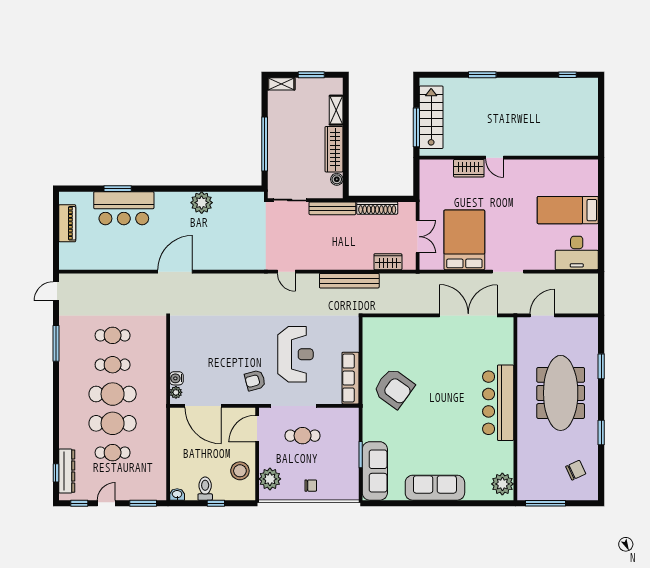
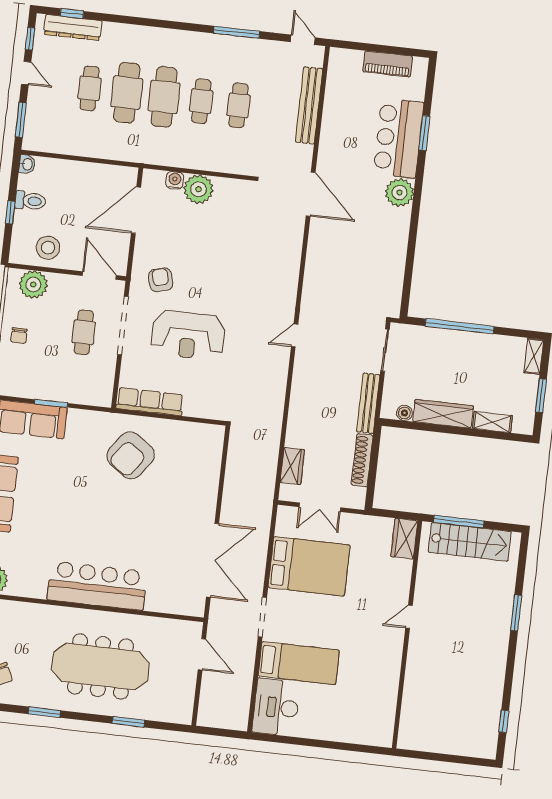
wardrobe: (469, 168) -> (404, 539), moved
plant: (202, 203) -> (400, 193), moved
bed: (568, 210) -> (299, 663), moved, turned 90
bench: (349, 281) -> (309, 105), moved
plant: (176, 392) -> (199, 189), moved, width x1.88, depth x1.88

